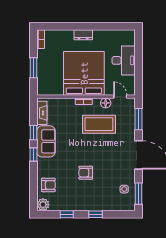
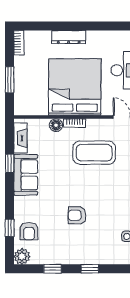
dresser: (83, 35) -> (69, 37), width x1.44
floor lamp: (106, 103) -> (56, 125), moved
window: (33, 155) -> (10, 228), moved
armchair: (48, 185) -> (29, 231), turned 90

